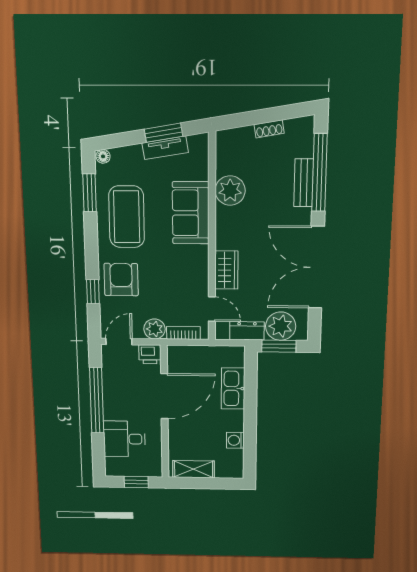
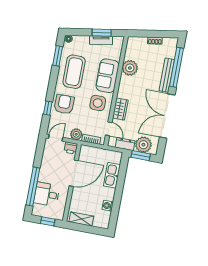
bench: (304, 183) -> (167, 75), width x1.36
side table: (182, 266) -> (98, 103), added
window: (97, 400) -> (33, 187), moved

